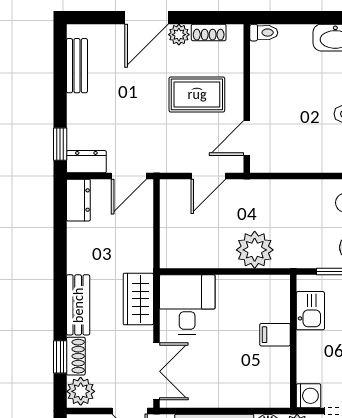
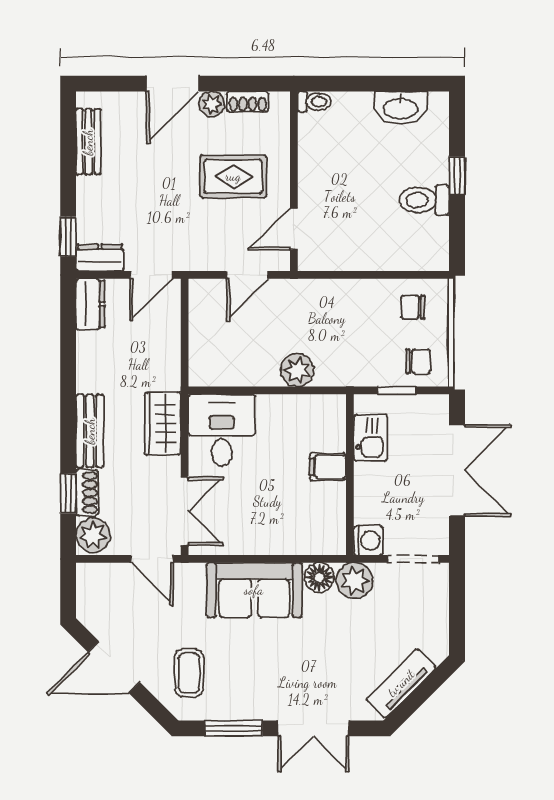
plant: (255, 250) -> (297, 370), width x0.73, depth x0.73

